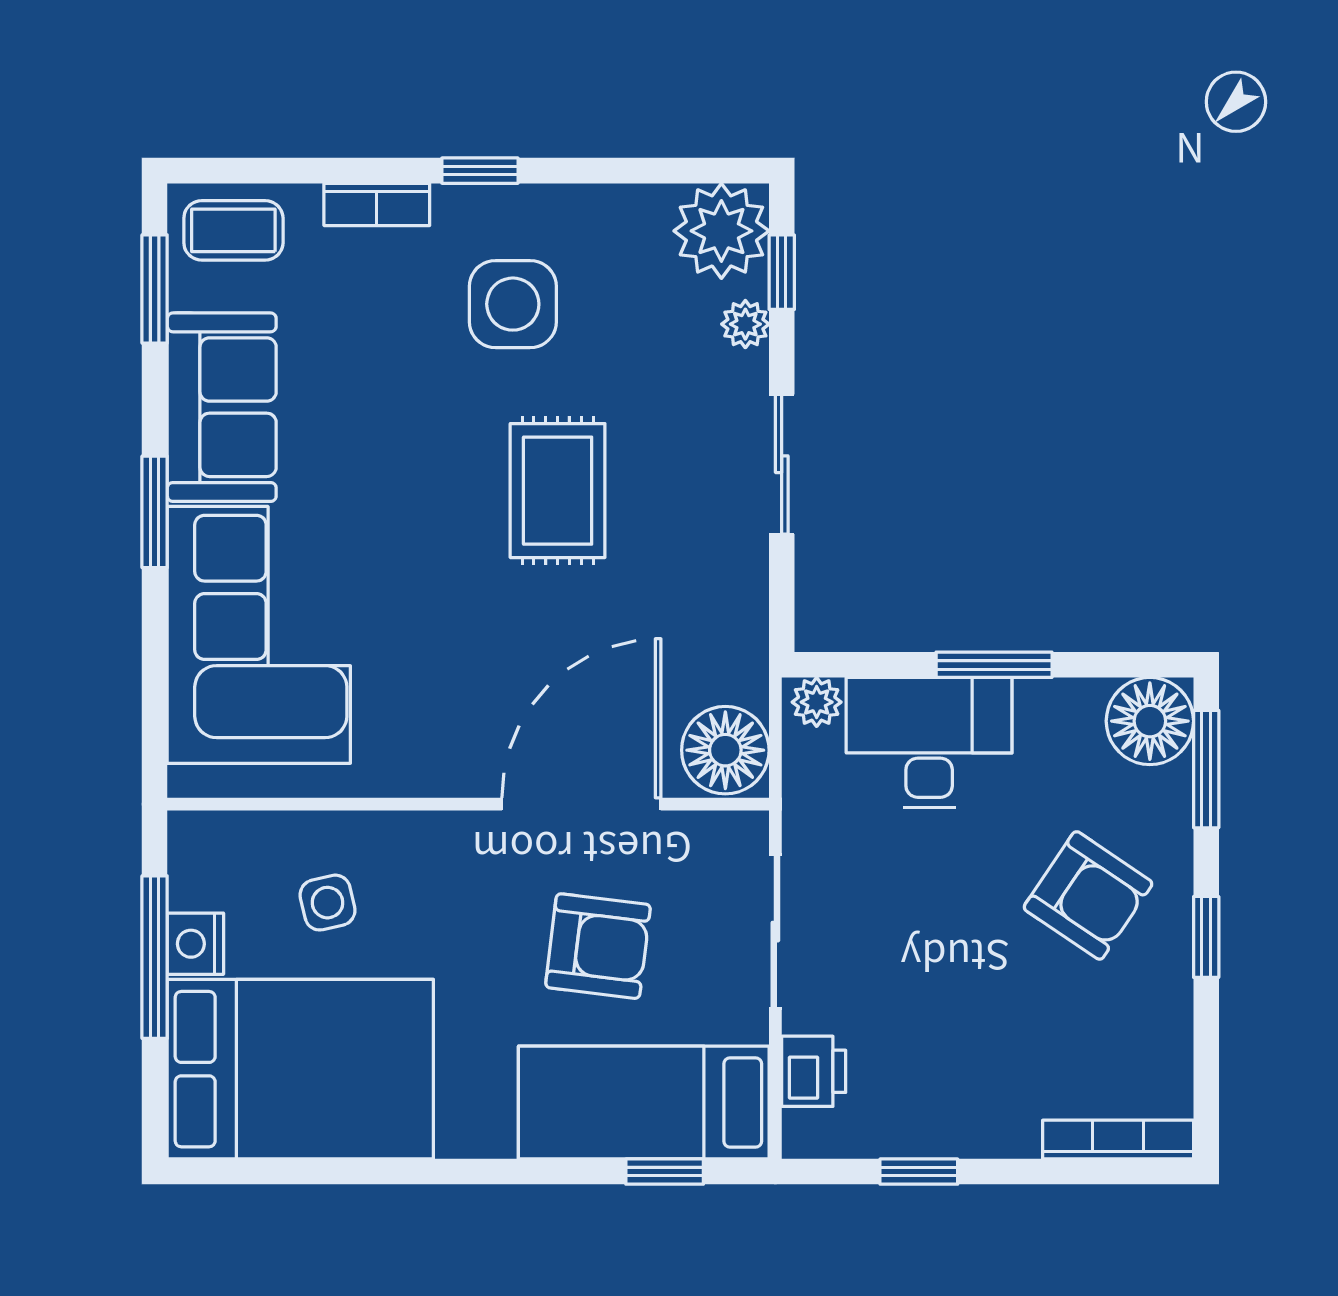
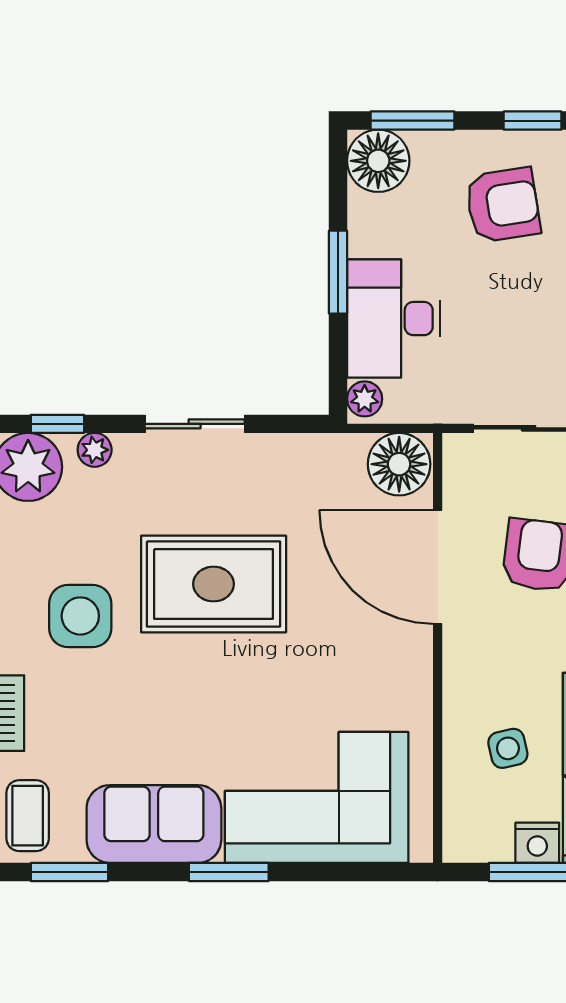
rug: (558, 491) -> (214, 584), width x1.36, depth x1.43
armchair: (1088, 895) -> (503, 205), turned 47

